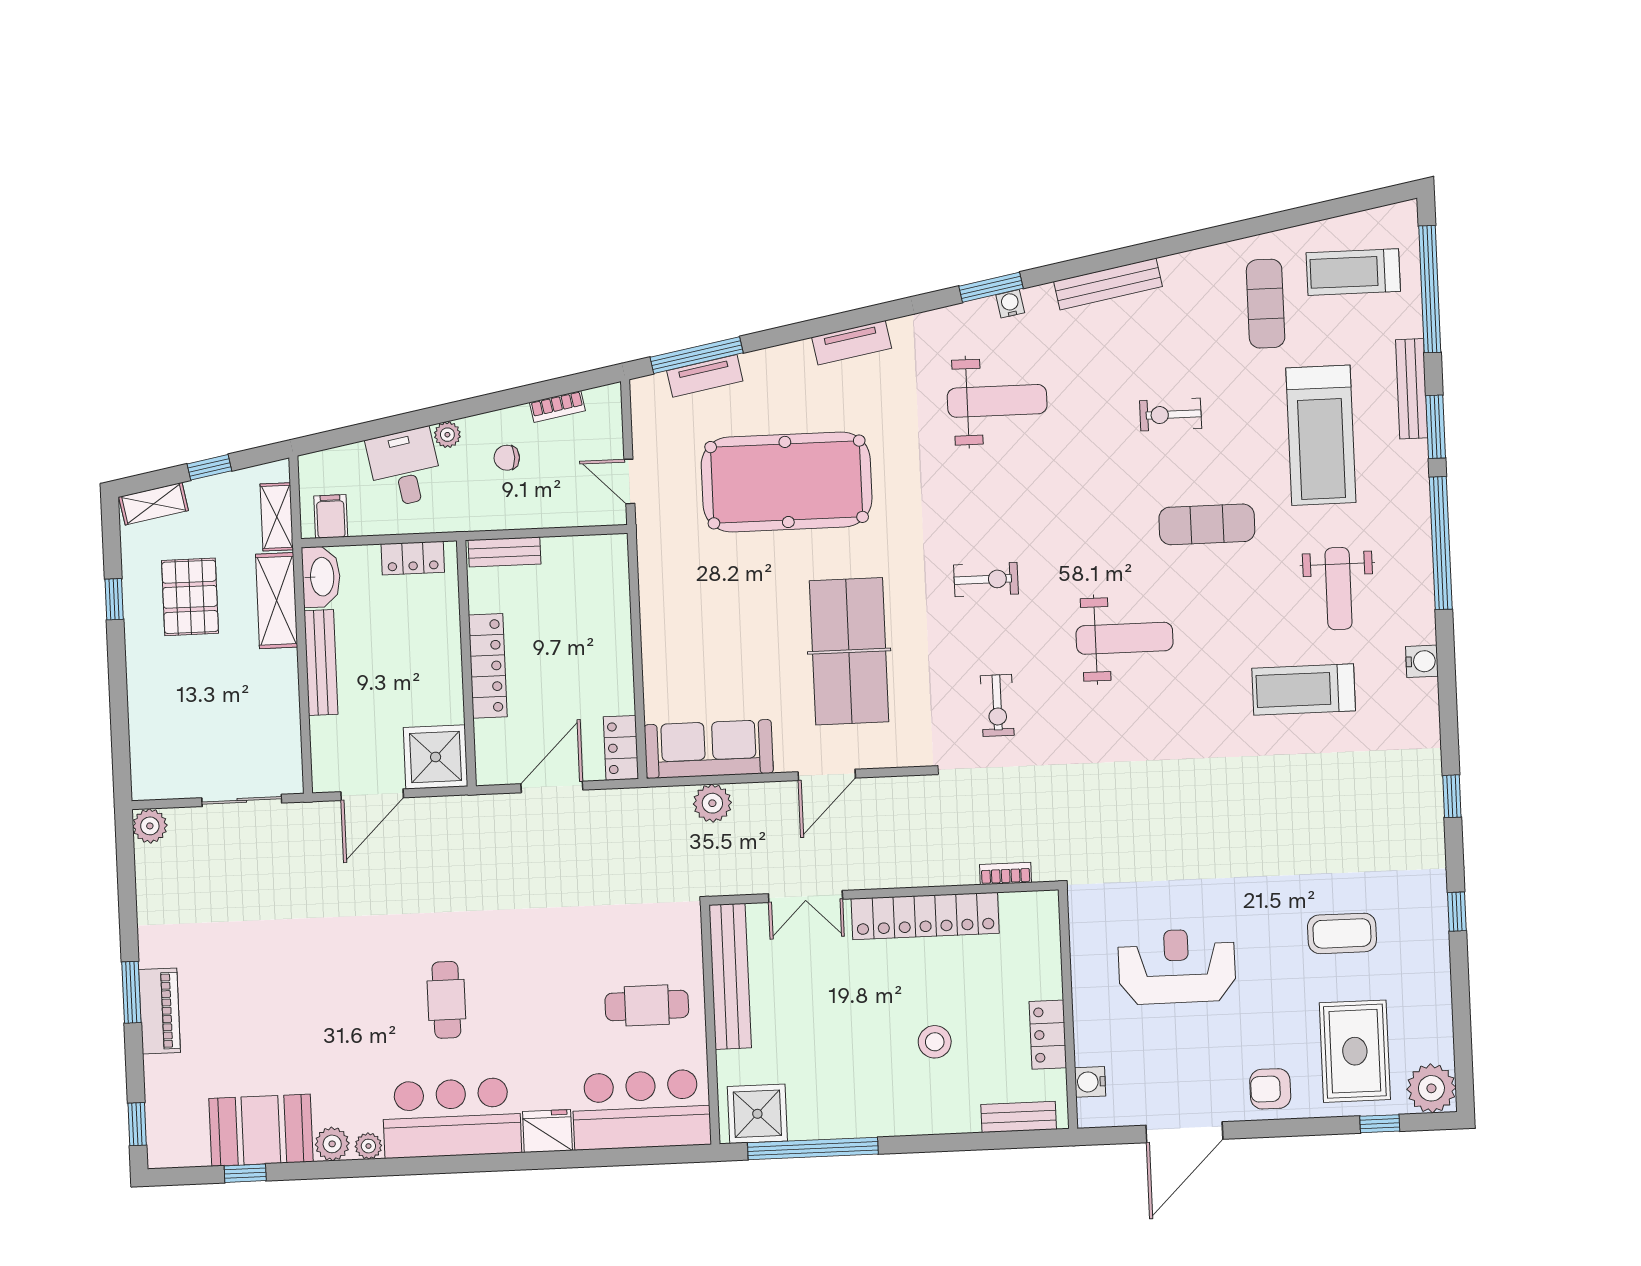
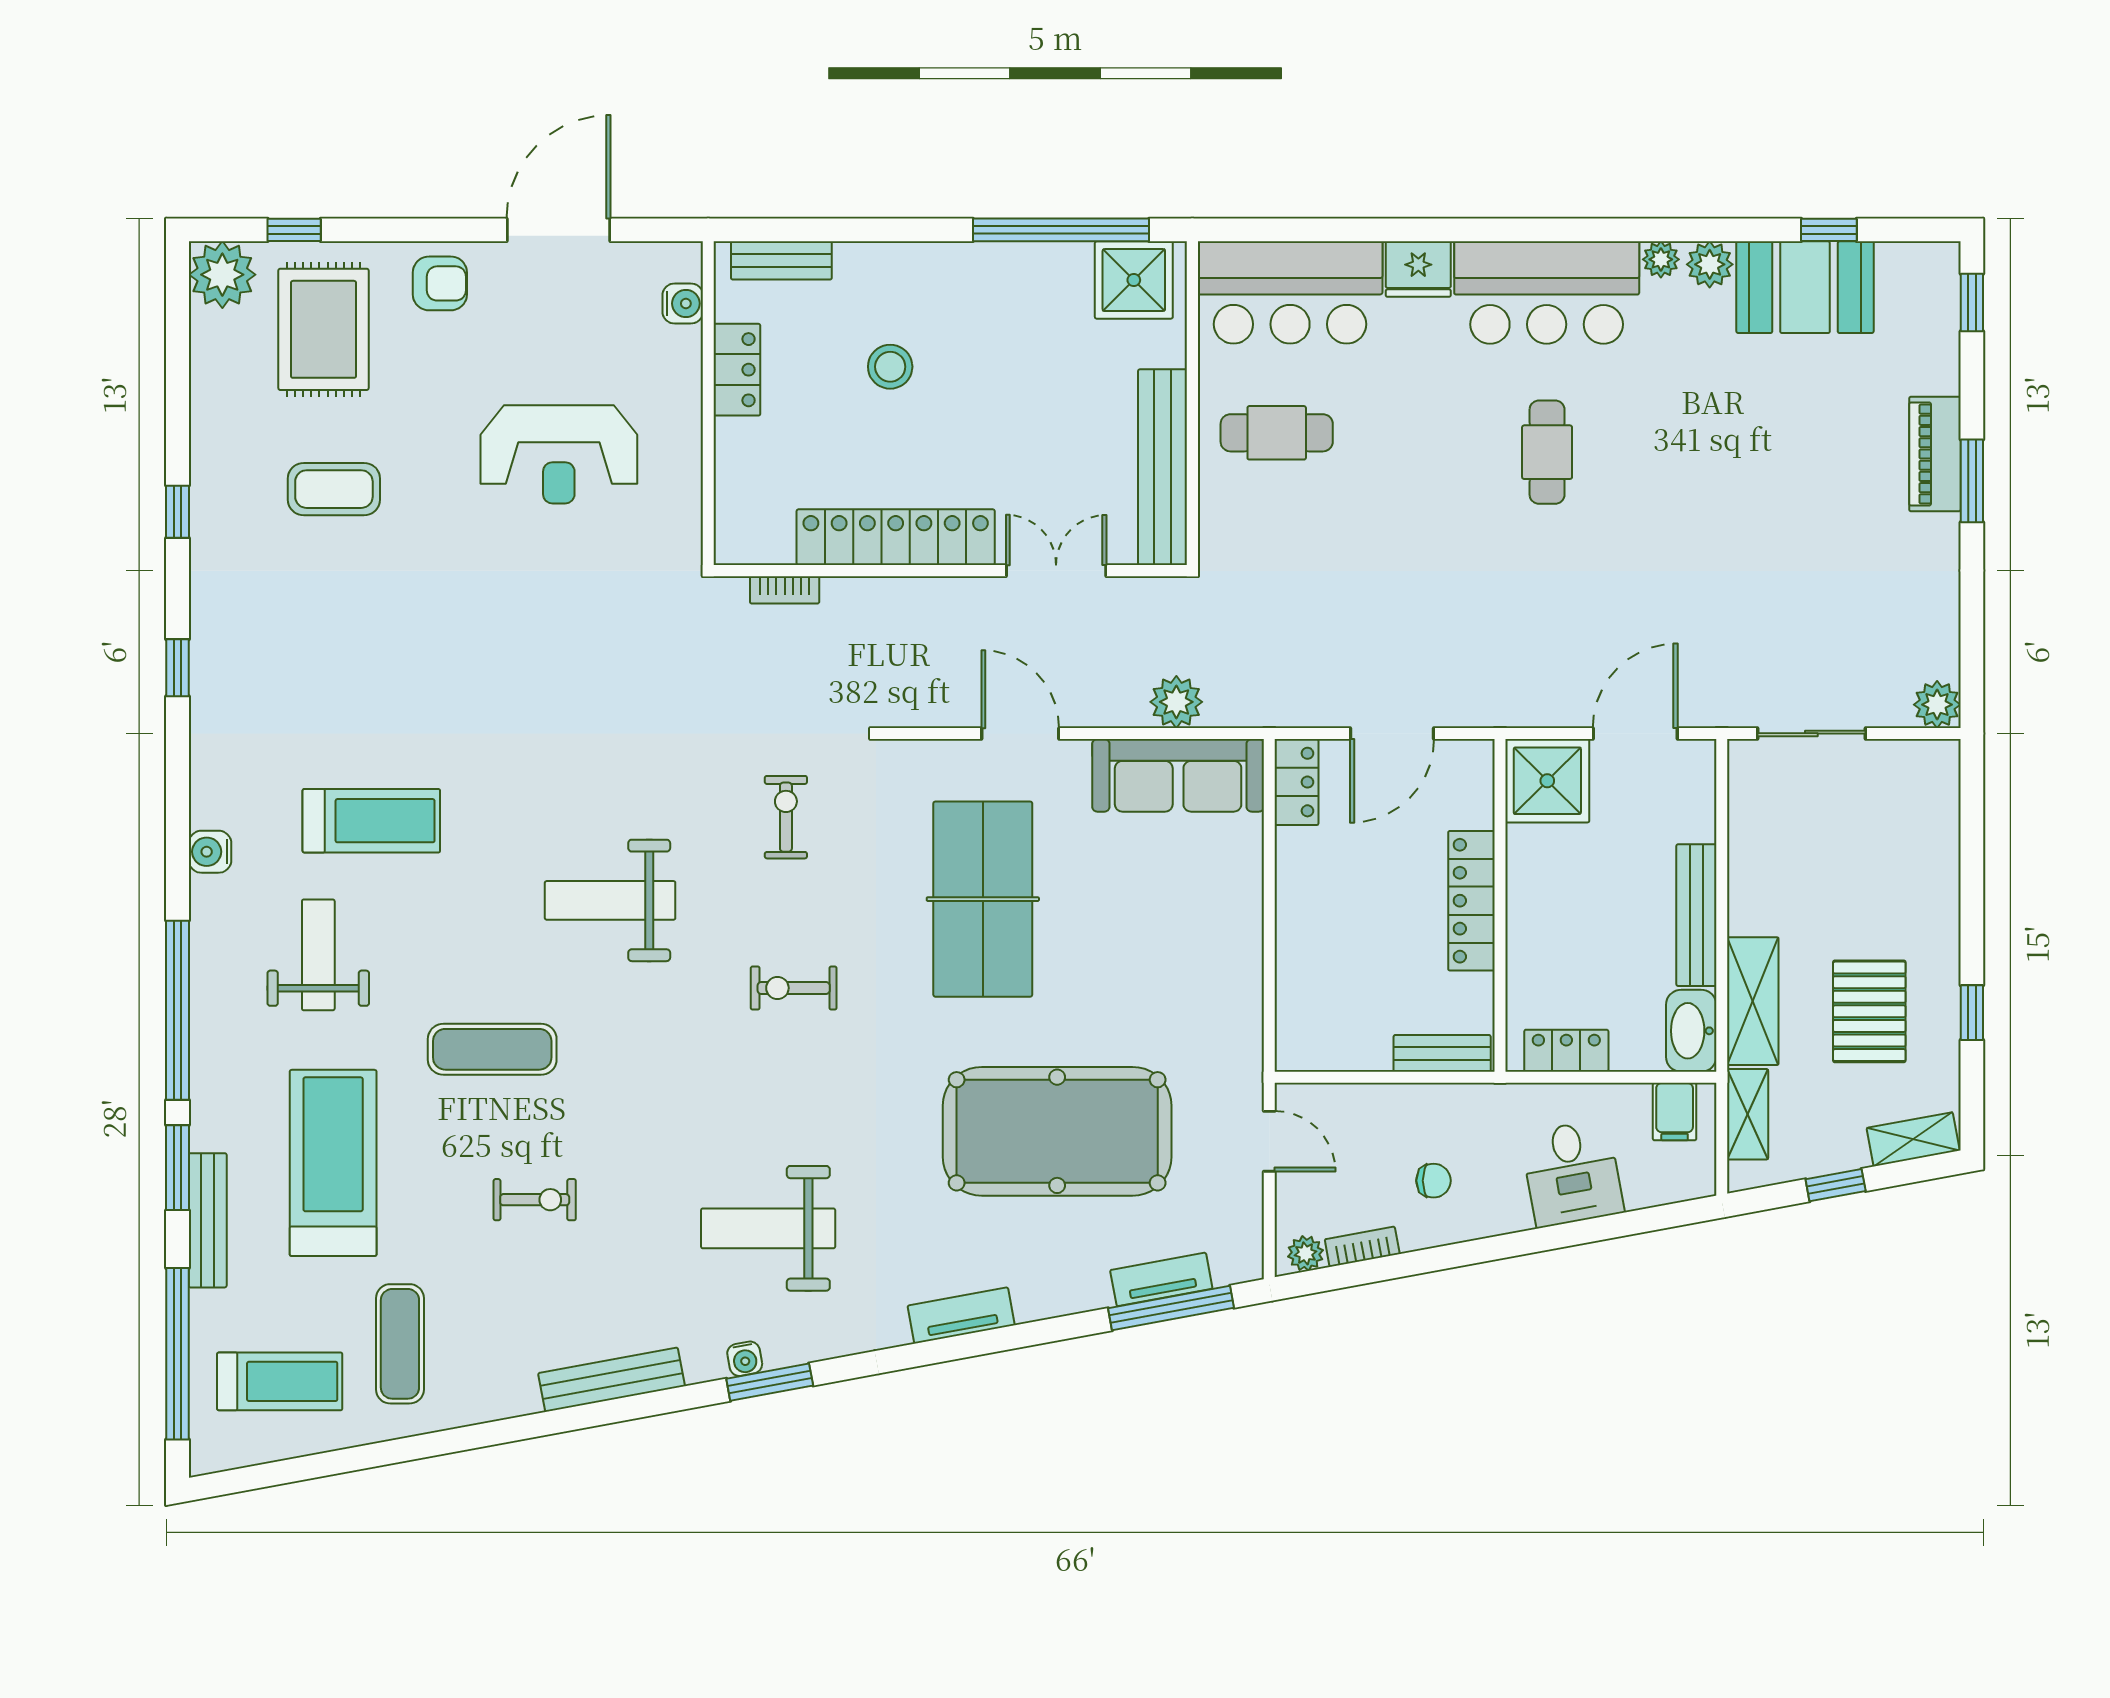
plant: (447, 435) -> (1306, 1253), moved
door: (827, 775) -> (1020, 733), hinge flipped

